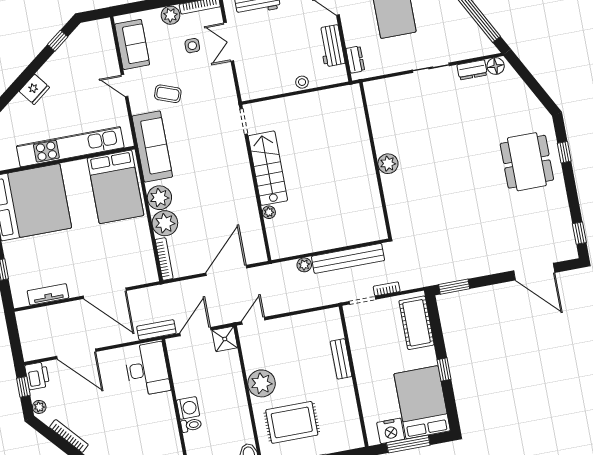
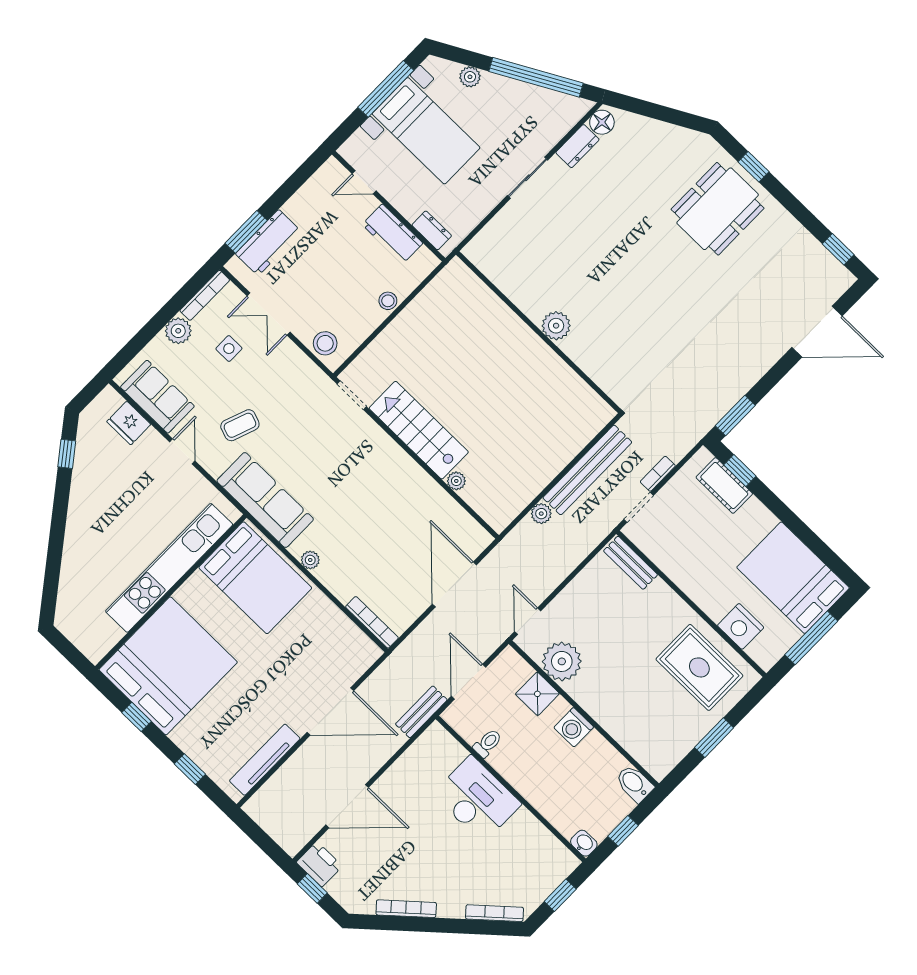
stool: (249, 81) -> (325, 343), added
door: (124, 86) -> (182, 451), swing flipped
fridge: (34, 89) -> (129, 423), moved, turned 127
dining table: (527, 162) -> (718, 209), turned 90
plant: (159, 198) -> (310, 560), width x0.53, depth x0.53
plant: (165, 223) -> (343, 580), removed
tv unit: (48, 294) -> (265, 760), width x1.41
cot: (416, 323) -> (724, 485), width x0.73, depth x0.75
shower: (225, 339) -> (537, 694), moved
bench: (341, 359) -> (631, 563), moved
desk: (147, 369) -> (477, 799), moved
window: (444, 369) -> (740, 471), moved
plant: (262, 383) -> (562, 661), moved
plant: (39, 407) -> (347, 899), removed
washing machine: (188, 408) -> (574, 727), moved, turned 180
rug: (292, 422) -> (699, 667), moved, turned 90
toilet: (191, 425) -> (488, 743), moved
nightstand: (391, 431) -> (741, 626), moved, turned 90

